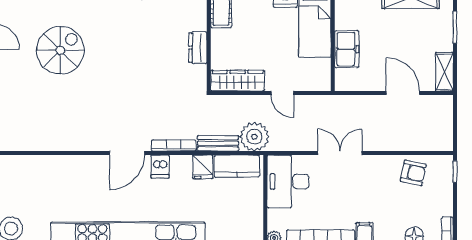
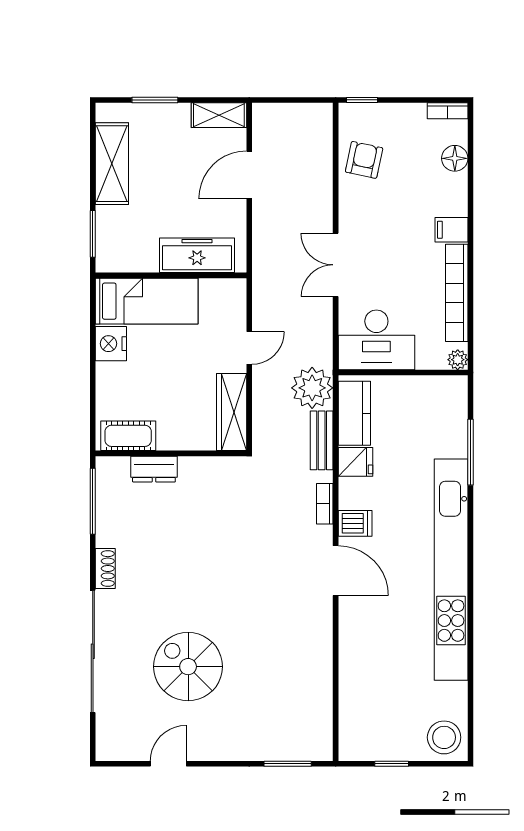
dresser: (198, 48) -> (154, 469), moved
freezer: (347, 49) -> (197, 255), width x1.40
bookcase: (174, 145) -> (325, 504), width x0.64

